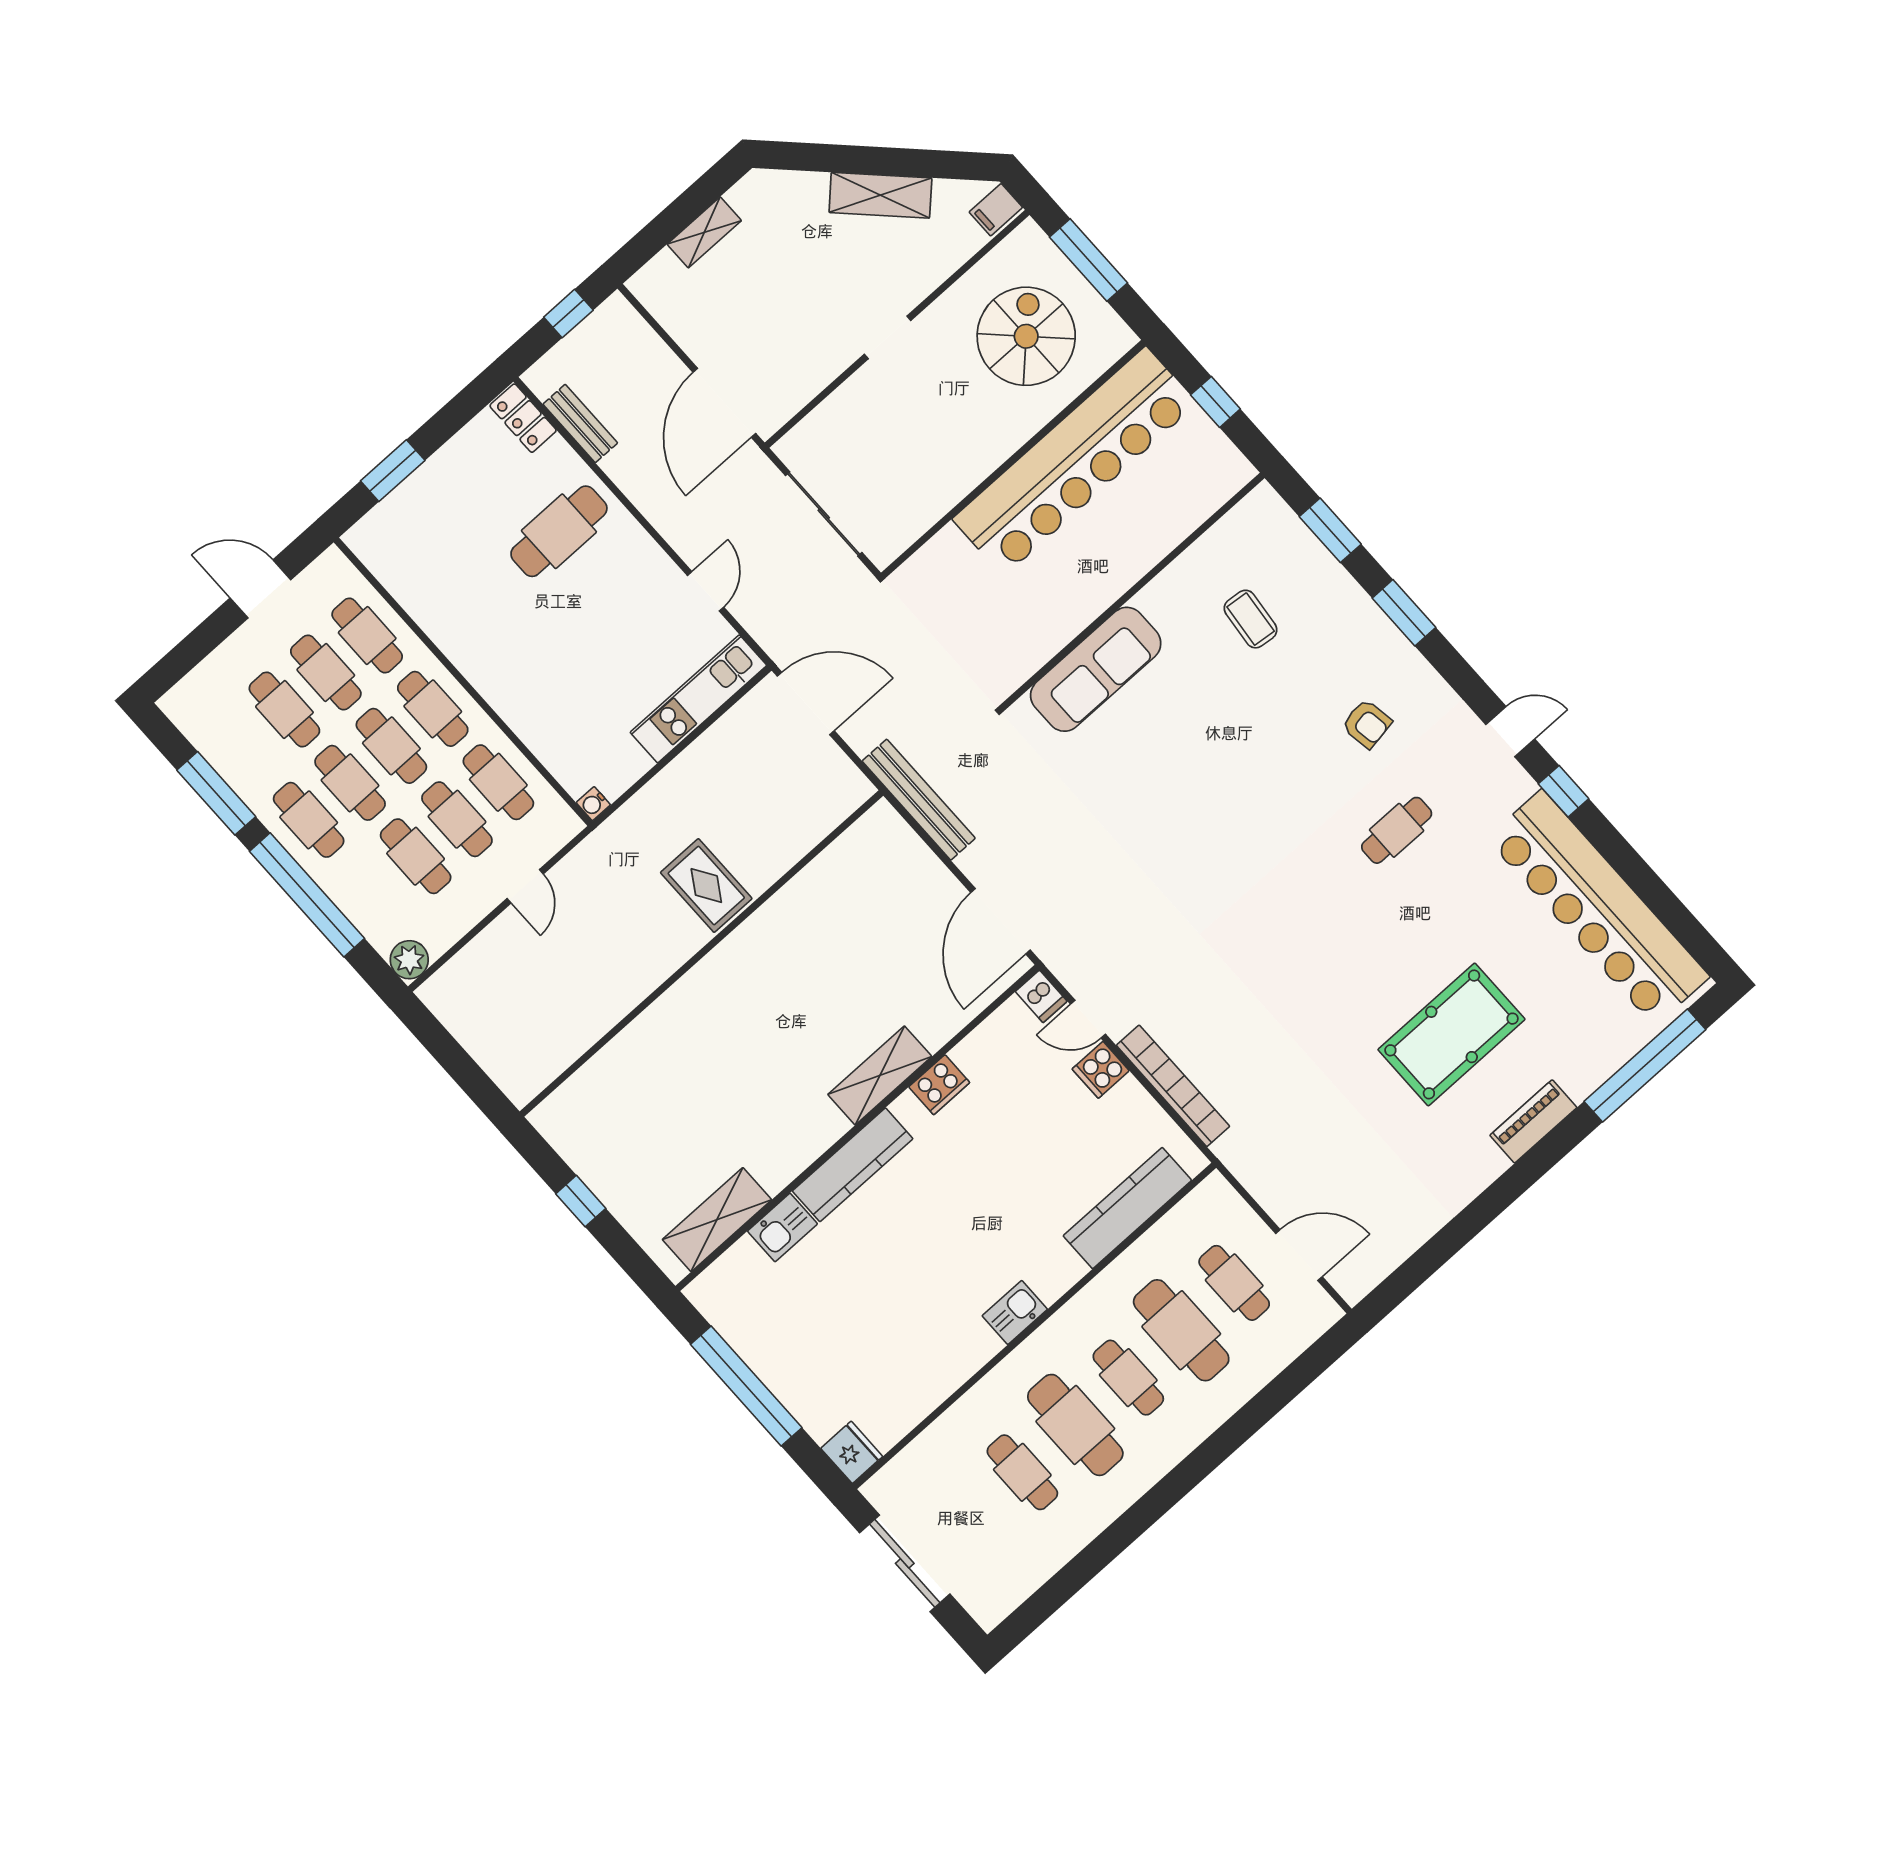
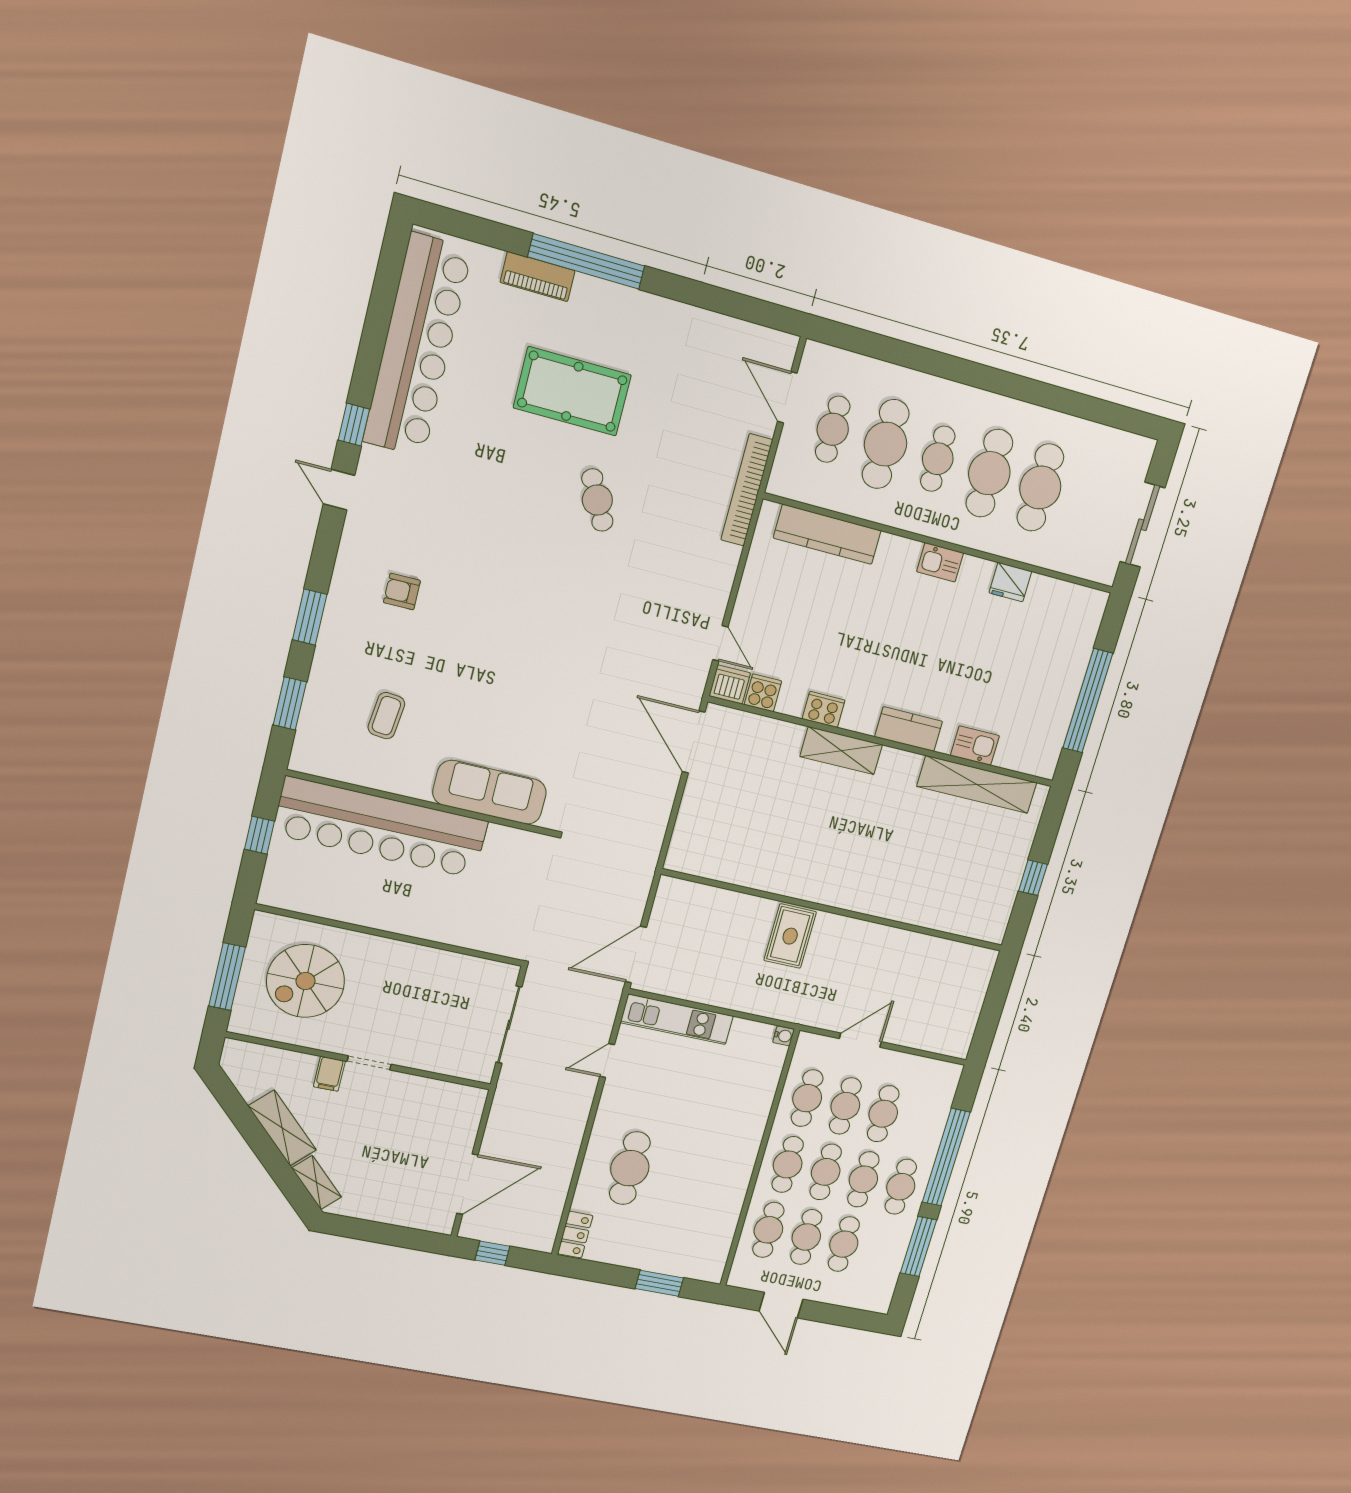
filing cabinet: (996, 210) -> (329, 1074), moved, turned 90
shelving: (704, 232) -> (317, 1183), moved, turned 45
door: (724, 403) -> (467, 1184), moved
bench: (580, 423) -> (555, 1201), removed
bar counter: (1075, 461) -> (381, 828), moved, turned 180
cafe table: (559, 531) -> (630, 1168), turned 90
door: (806, 703) -> (636, 955), hinge flipped
armchair: (1367, 724) -> (402, 592), turned -81
bench: (919, 800) -> (650, 845), removed
cafe table: (1397, 830) -> (597, 500), moved, turned 62
door: (525, 886) -> (860, 1040), width x1.38
door: (1001, 921) -> (694, 742), swing flipped
plant: (409, 960) -> (948, 1075), removed
dishwasher: (1041, 996) -> (730, 685), width x1.38
window: (1645, 1065) -> (586, 261), moved
cooker: (1101, 1070) -> (763, 693), moved, turned -90
bookcase: (1173, 1086) -> (747, 490), moved
piano: (1533, 1121) -> (538, 277), moved
kitchen counter: (853, 1165) -> (909, 729), width x0.67
shelving: (717, 1220) -> (977, 785), width x1.47
fridge: (852, 1452) -> (1010, 582), moved, turned -90
cafe table: (1022, 1472) -> (1040, 487), width x1.37, depth x1.35

